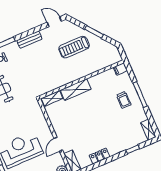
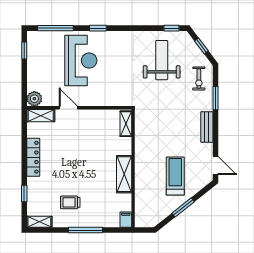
door: (54, 22) -> (215, 166), hinge flipped
shelving: (76, 90) -> (124, 174), moved
trolley: (124, 100) -> (70, 202), moved
locker: (100, 156) -> (33, 157), width x1.53

